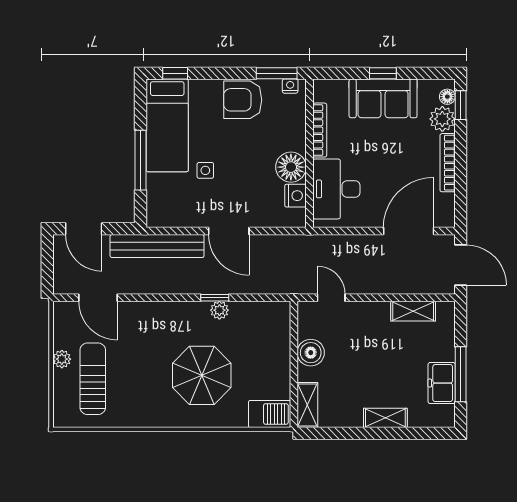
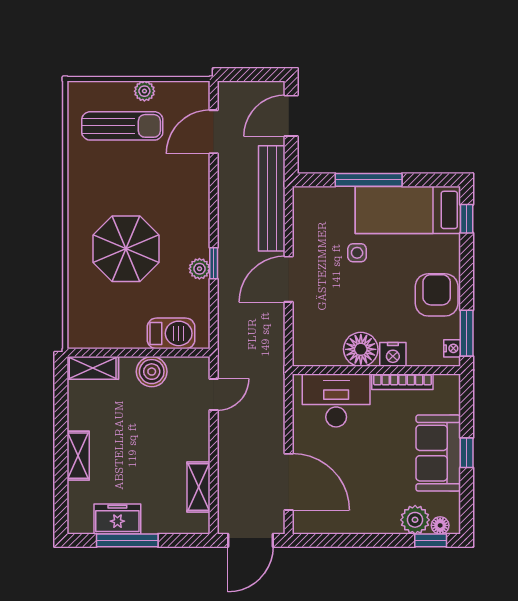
bookcase: (448, 163) -> (366, 526), removed
nightstand: (295, 196) -> (393, 354), moved
barbecue: (270, 414) -> (171, 333), moved, turned -90

